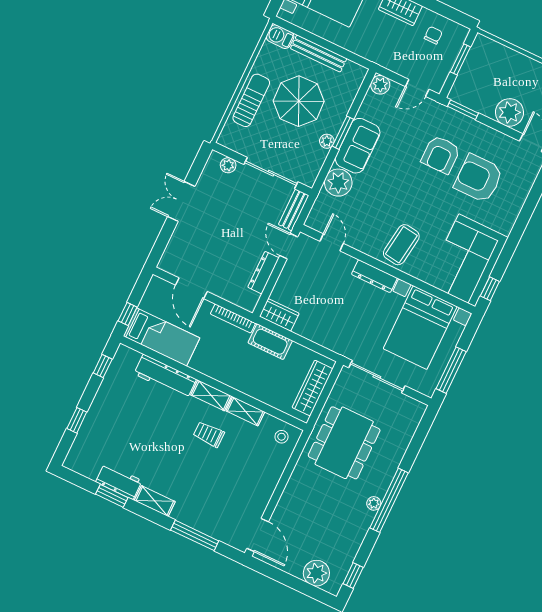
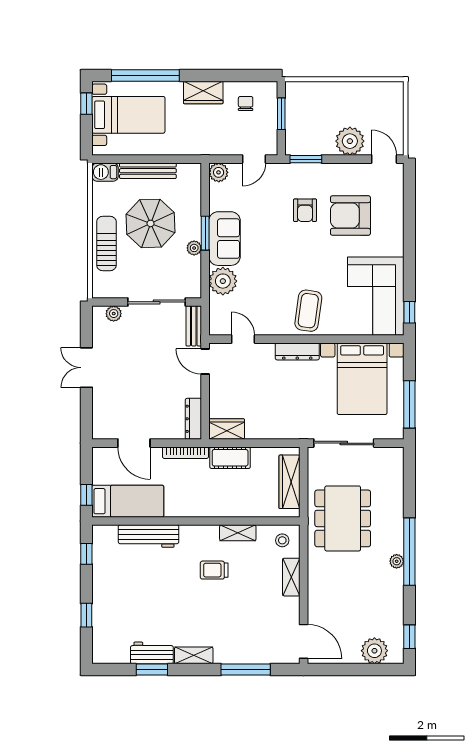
armchair: (441, 155) -> (305, 210), width x0.72, depth x0.72
dresser: (263, 273) -> (193, 419), moved
shelving: (211, 395) -> (291, 577), moved, turned 90

